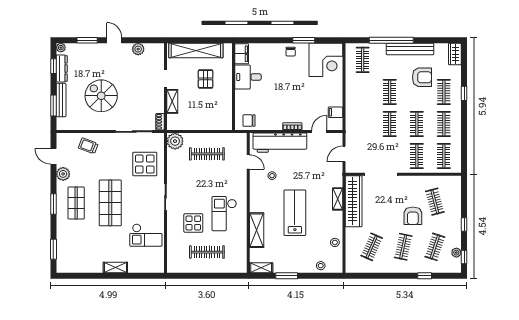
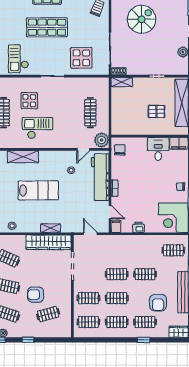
printer: (337, 99) -> (138, 227), added
shelving: (172, 101) -> (122, 82), moved
filing cabinet: (335, 112) -> (116, 226), moved
plant: (175, 141) -> (102, 140), moved

